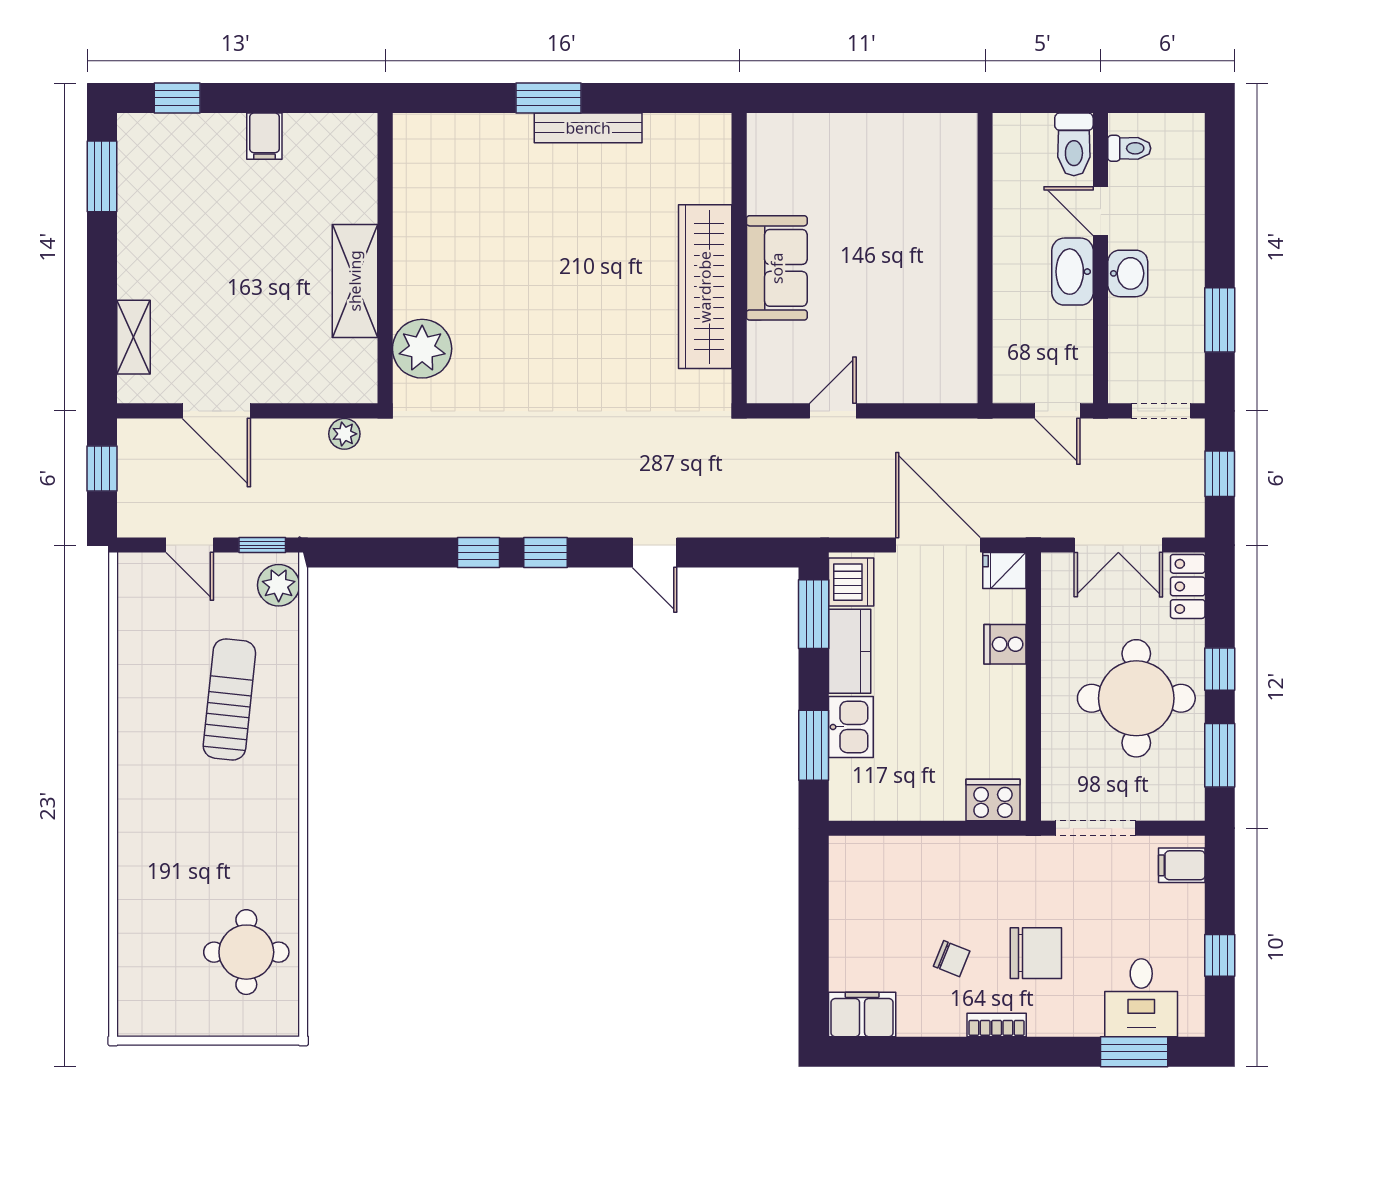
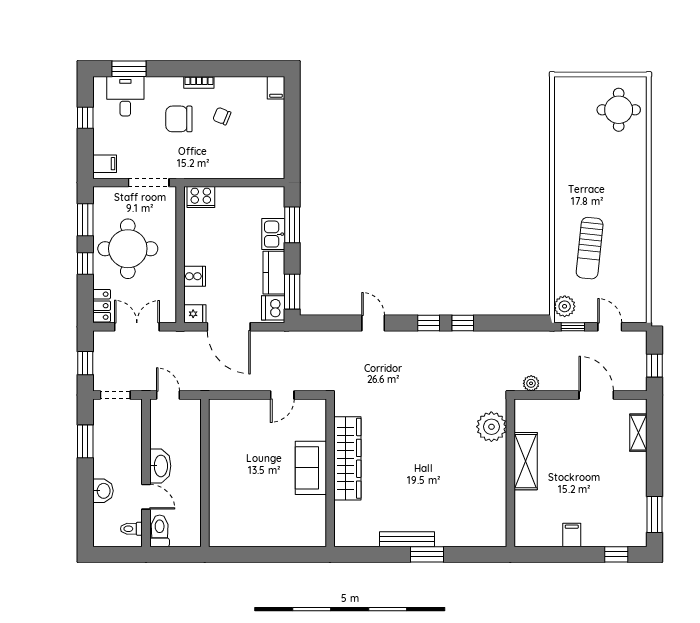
washbasin: (1128, 273) -> (103, 491), moved, turned 180
round table: (246, 952) -> (619, 110), moved
filing cabinet: (862, 1015) -> (276, 88), width x0.50

